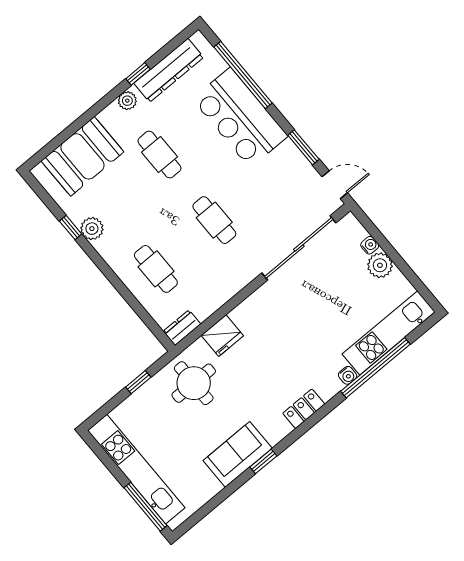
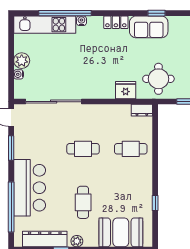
cafe table: (214, 220) -> (83, 149), turned 90
plant: (92, 229) -> (145, 194), removed
cafe table: (156, 269) -> (131, 149), turned 90
sofa: (238, 454) -> (149, 27), moved

